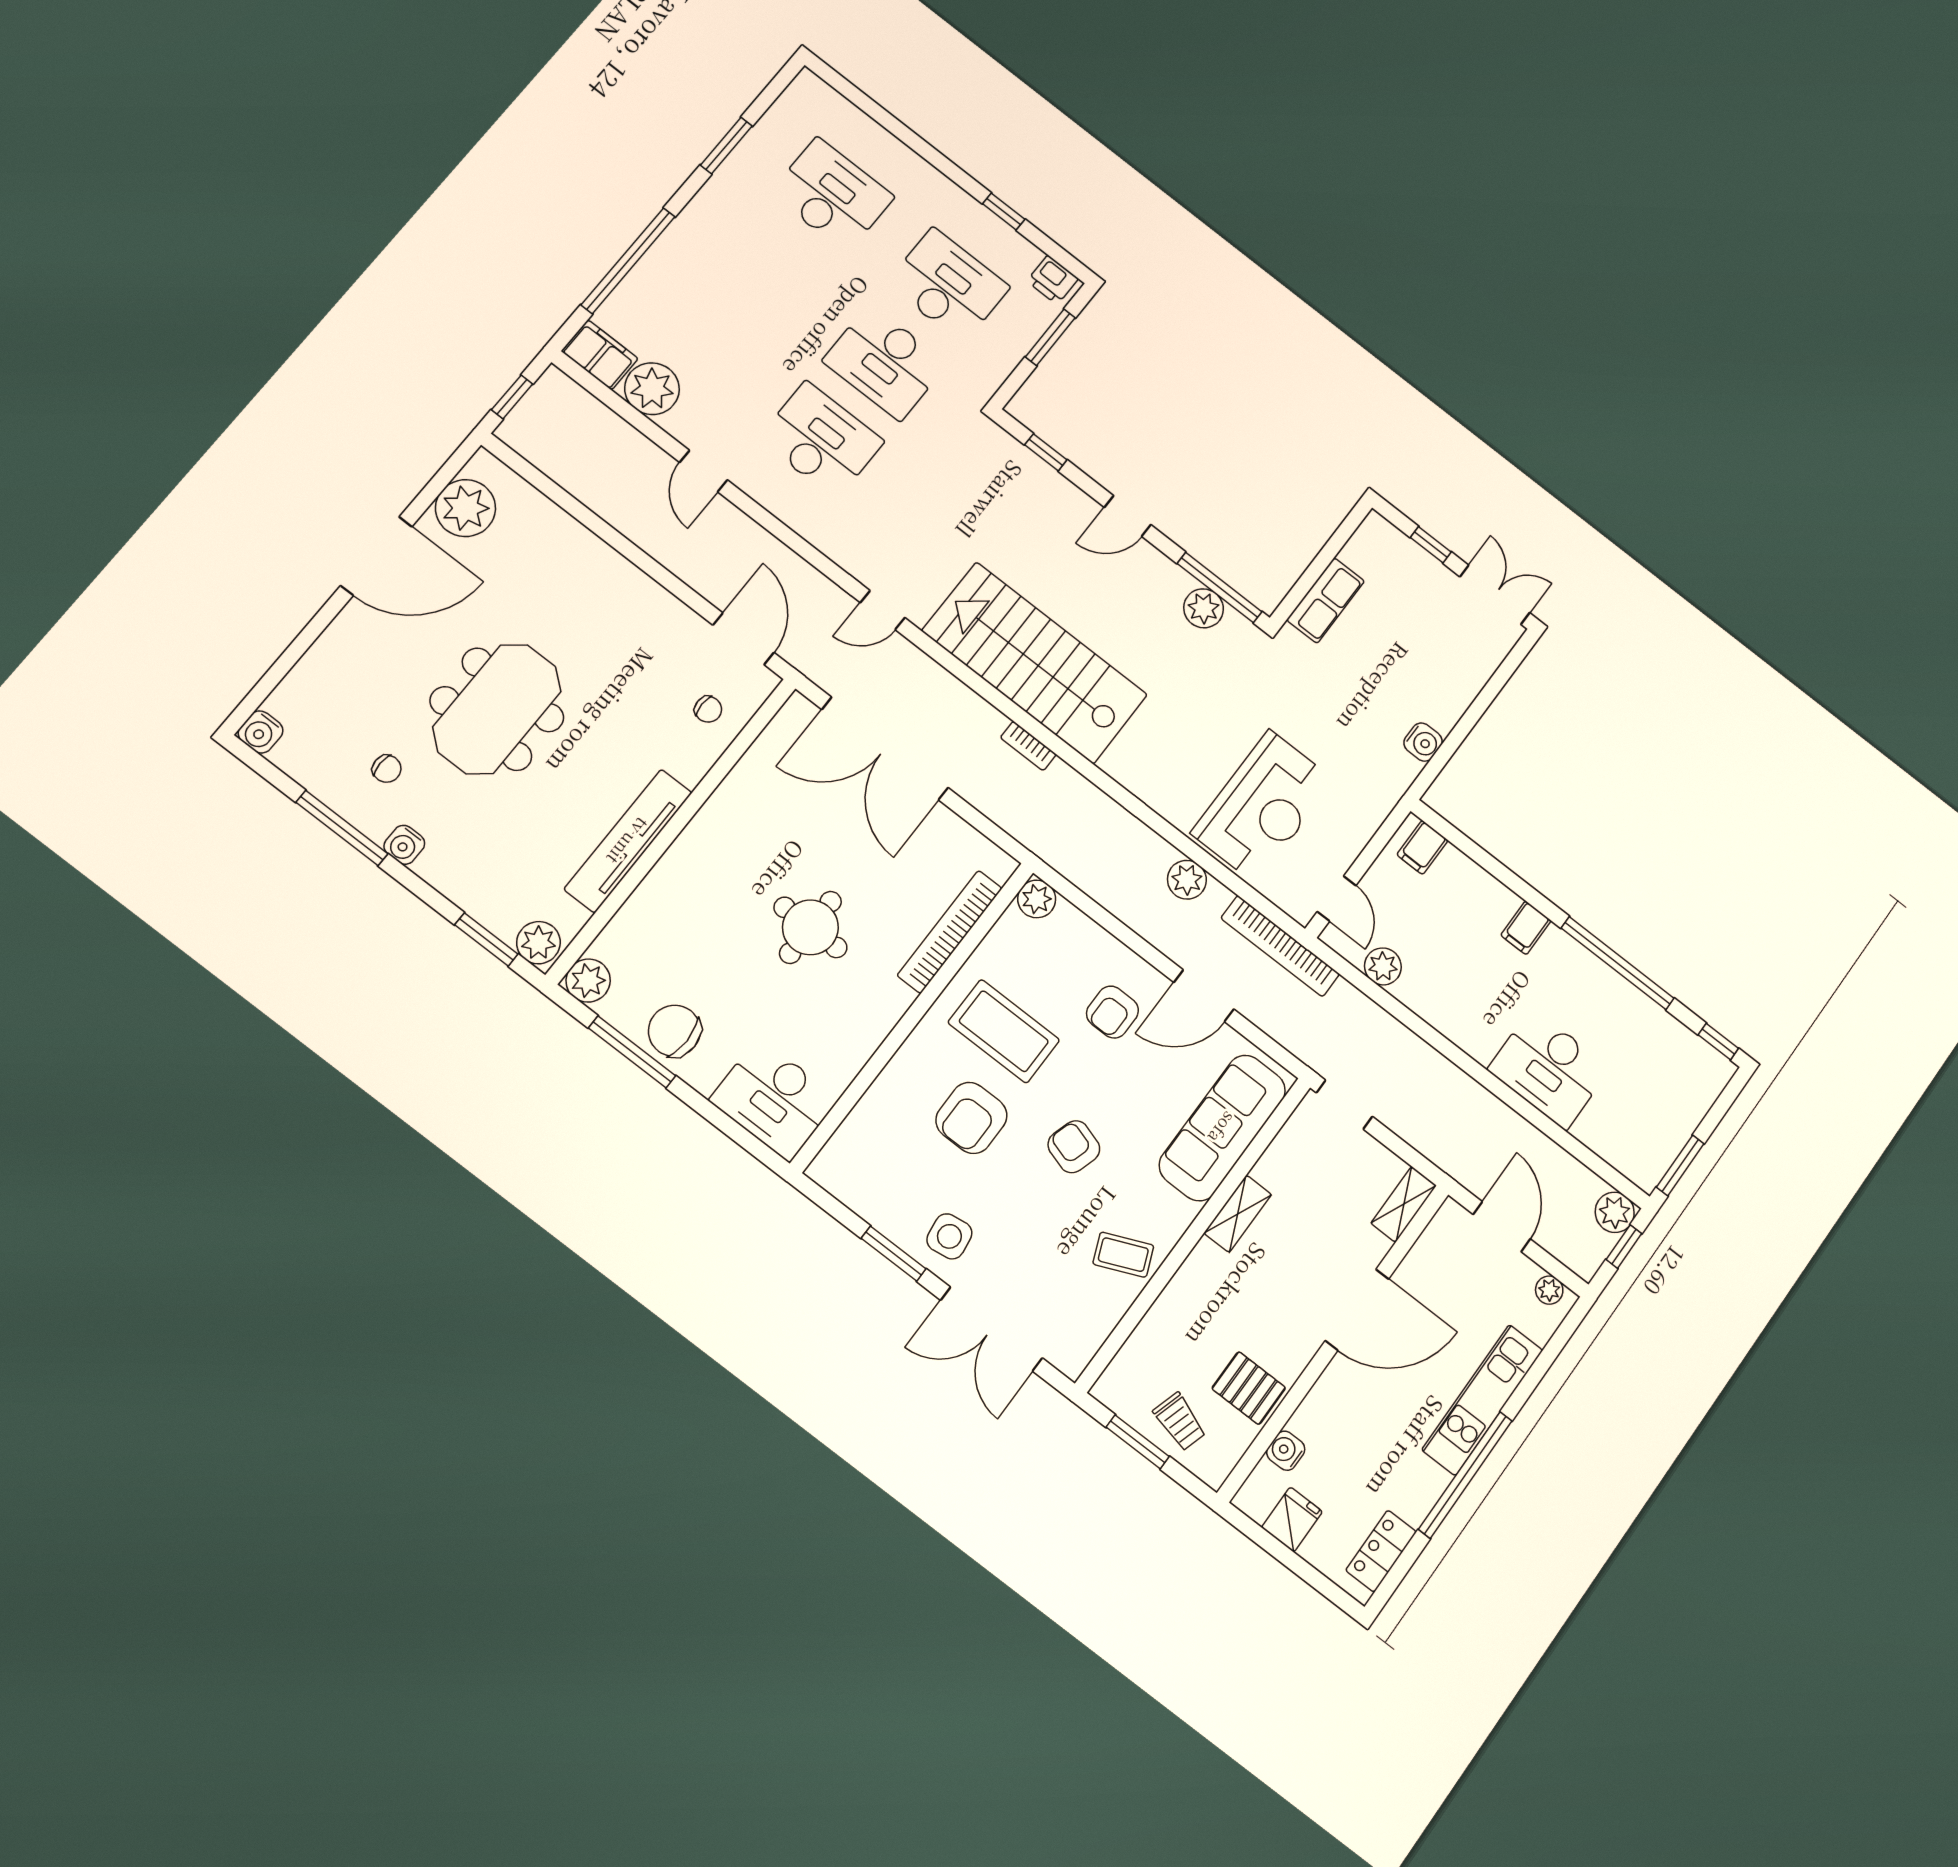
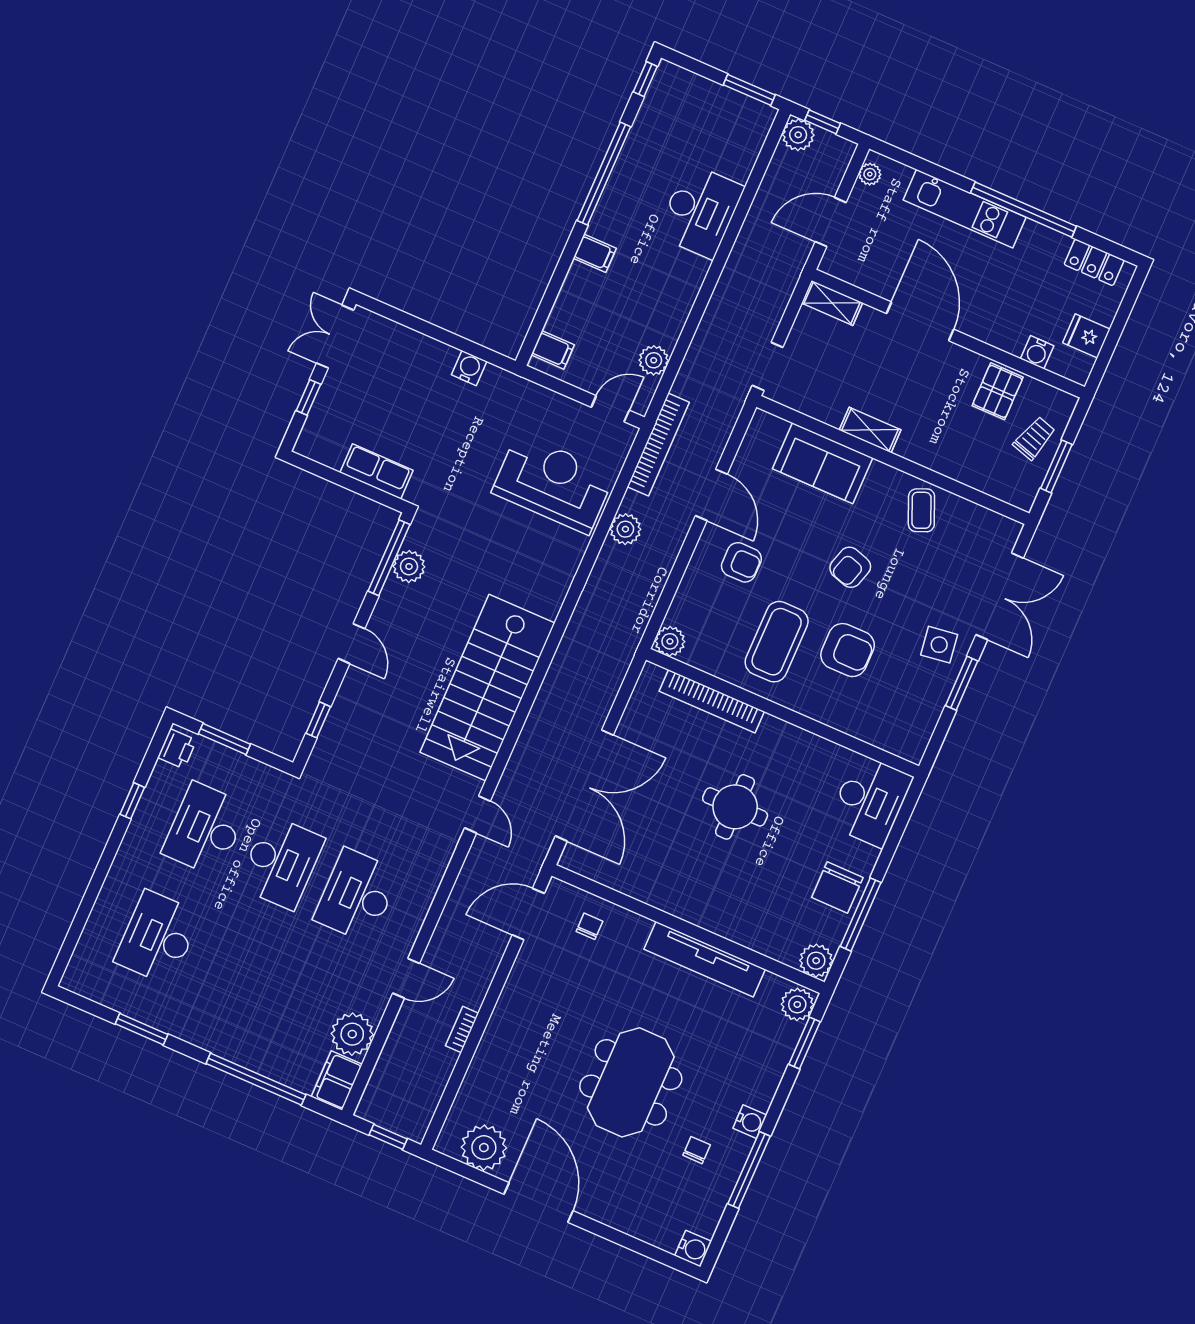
meeting table: (497, 709) -> (631, 1082), turned 90
bookcase: (1028, 746) -> (462, 1029), moved, turned 180
sofa: (1222, 1128) -> (823, 463), width x0.73

